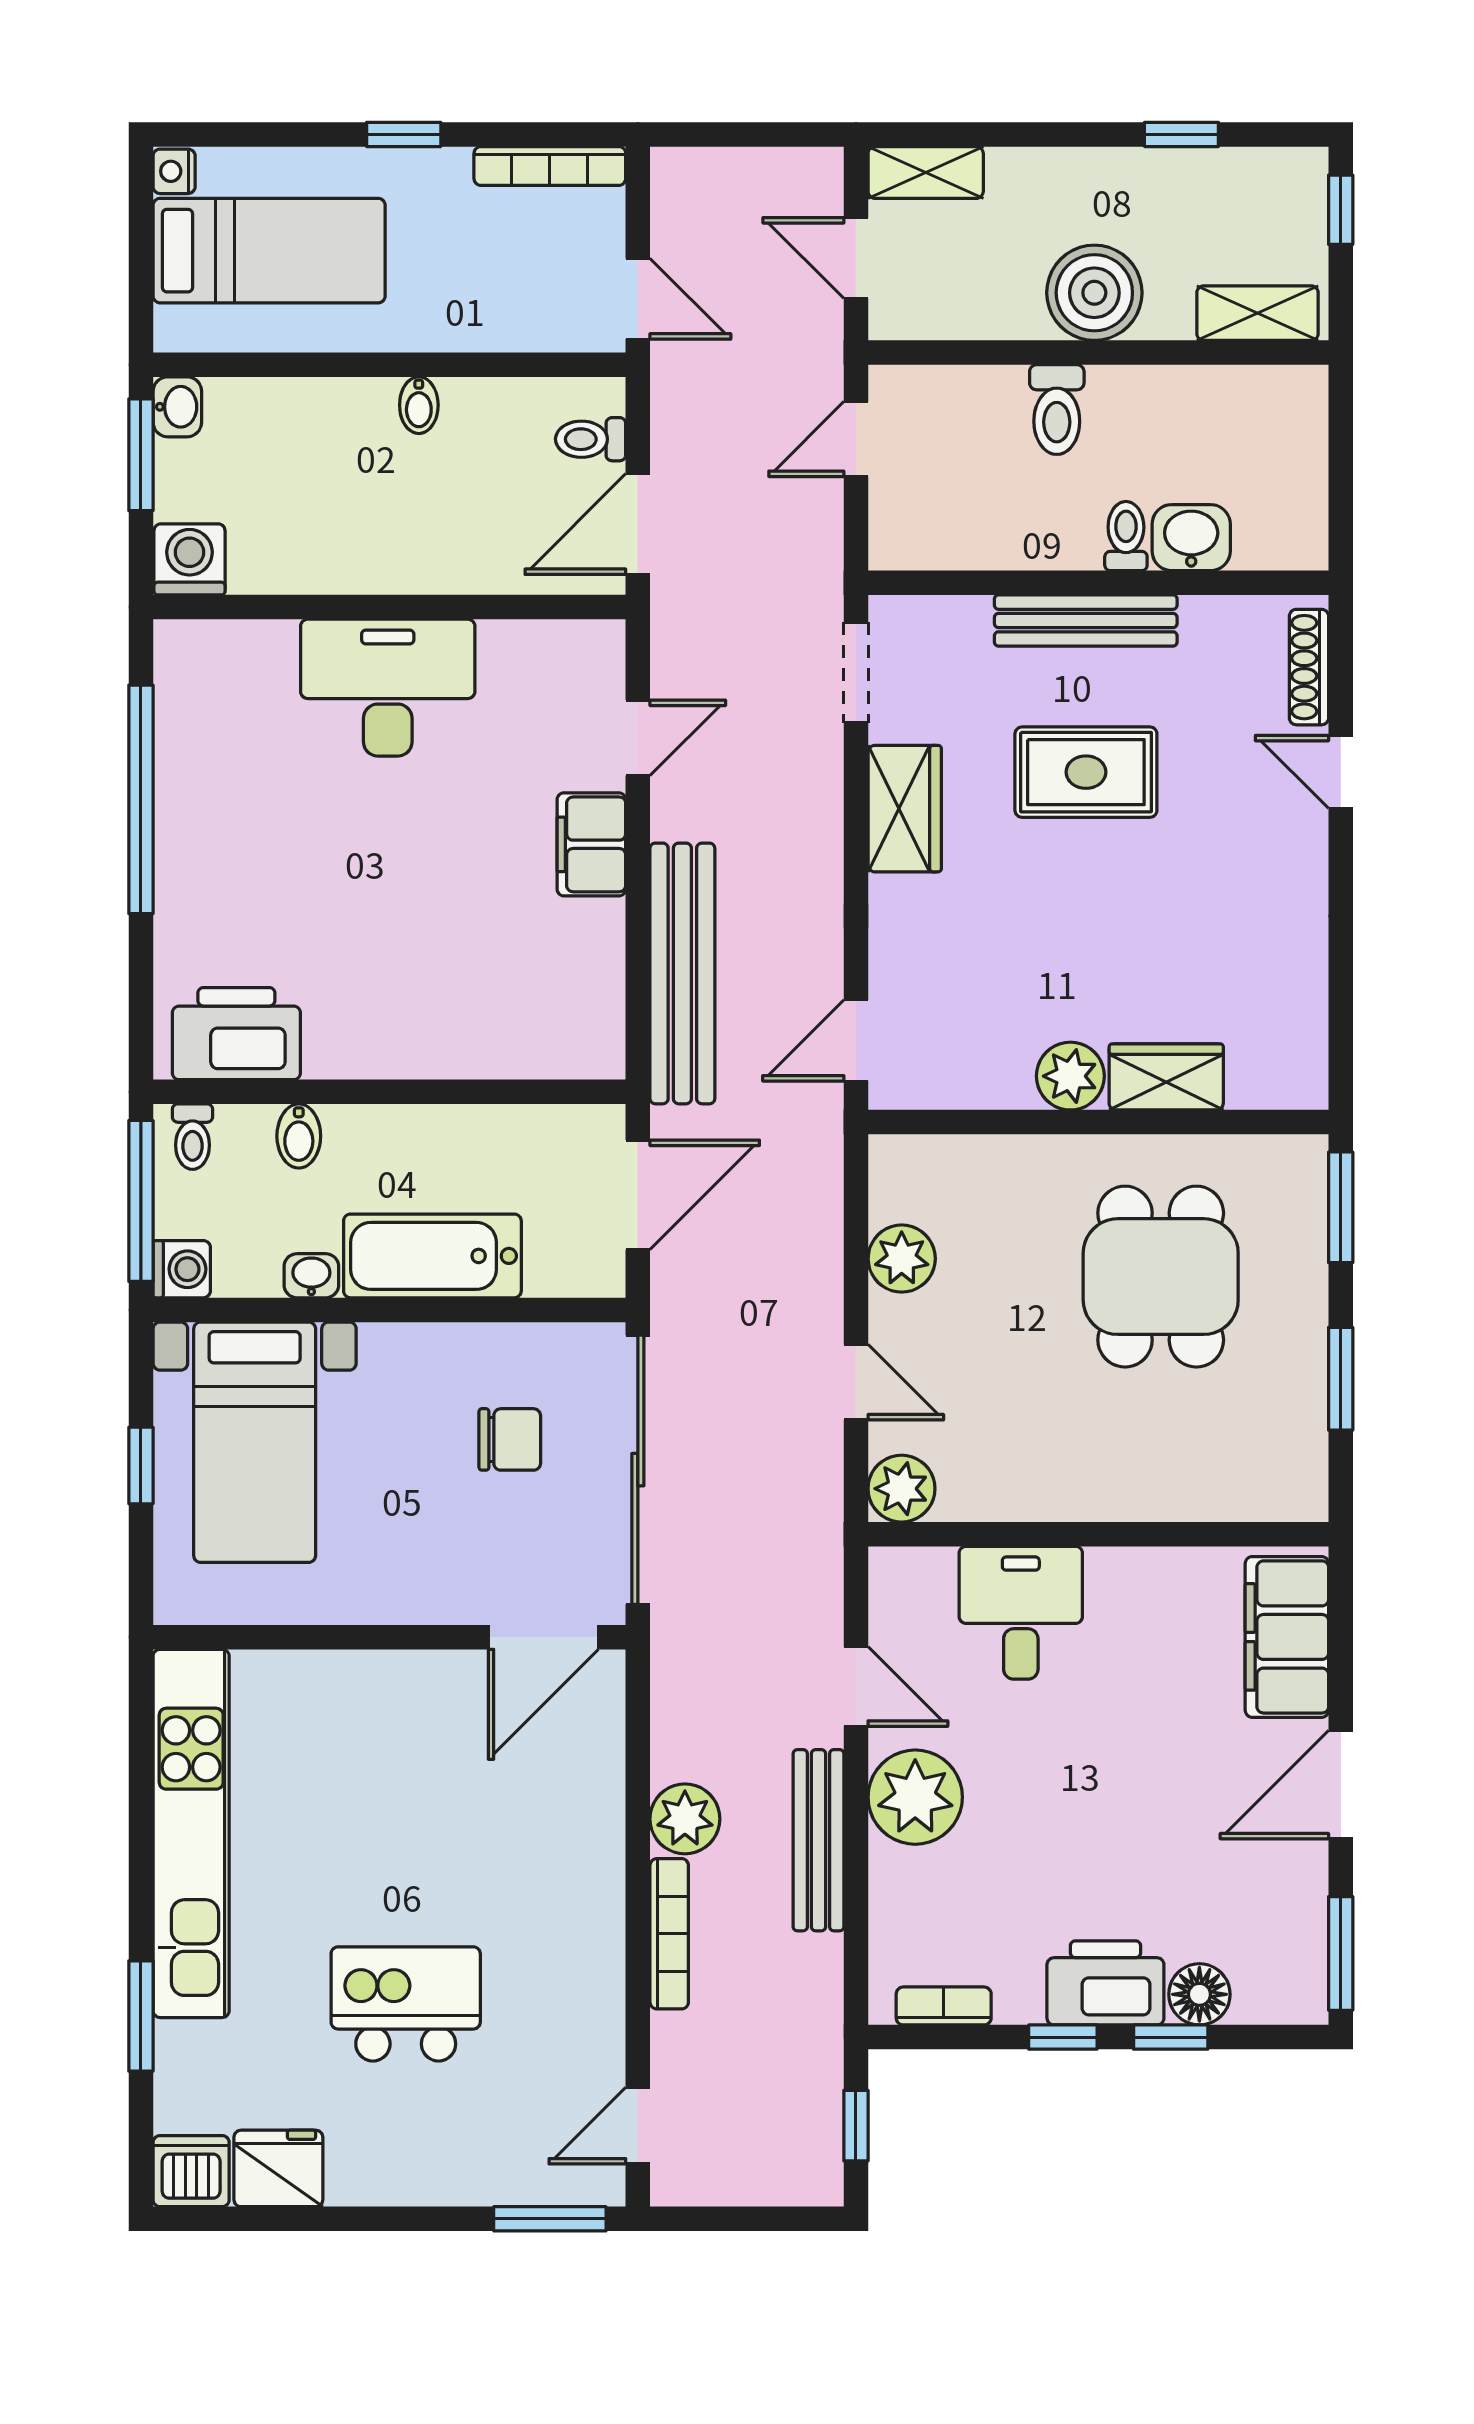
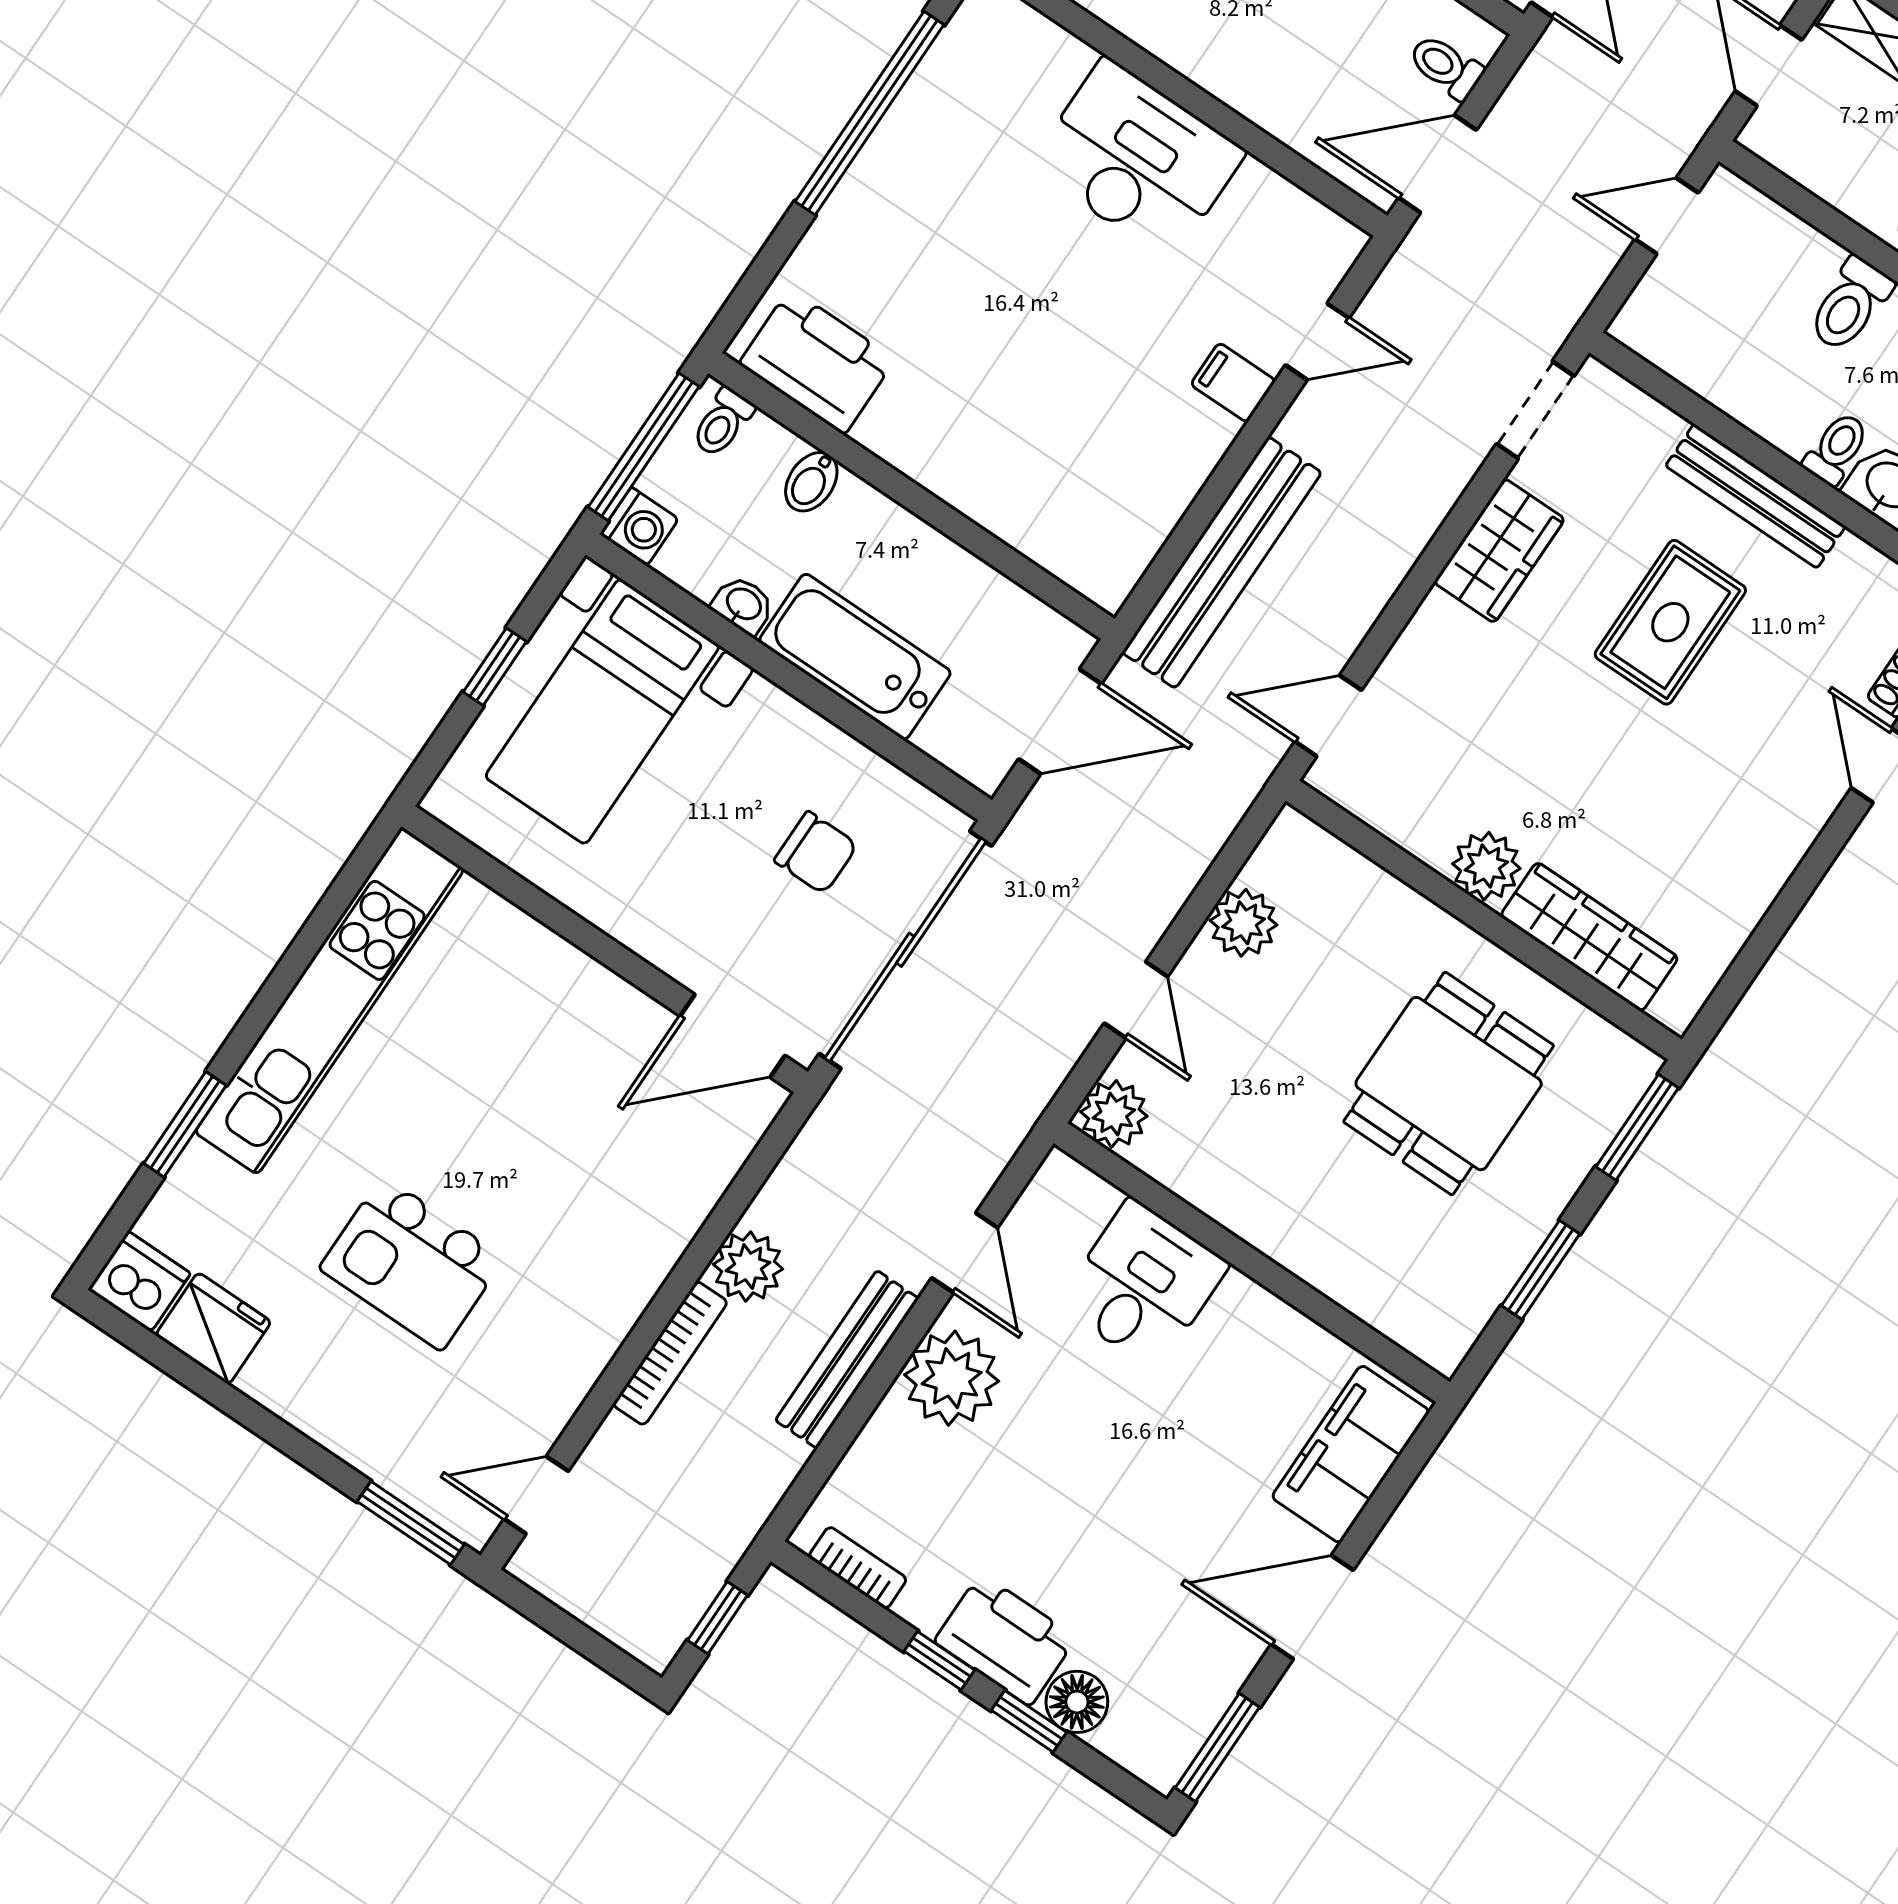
rug: (1086, 772) -> (1670, 622), turned 90
filing cabinet: (591, 844) -> (1233, 383), width x0.50
wardrobe: (1166, 1077) -> (1589, 937), width x1.50
kitchen island: (406, 2004) -> (412, 1263), turned 180

